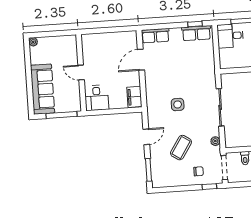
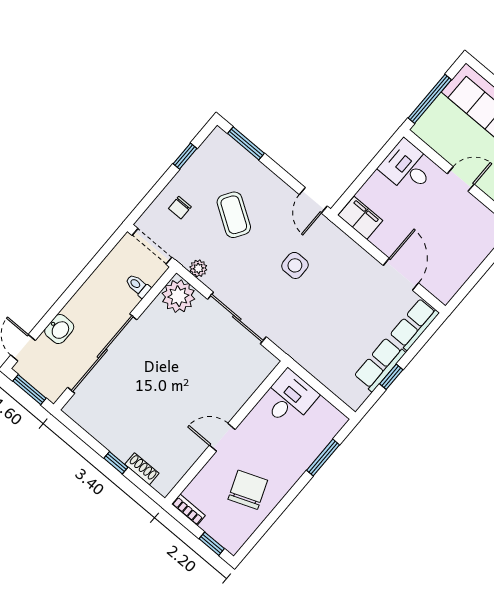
window: (195, 24) -> (391, 377), moved
row of seats: (196, 33) -> (380, 365), moved
desk: (230, 36) -> (289, 398), moved
door: (146, 137) -> (313, 200), moved
plant: (234, 138) -> (178, 296), added
window: (209, 187) -> (185, 156), moved

